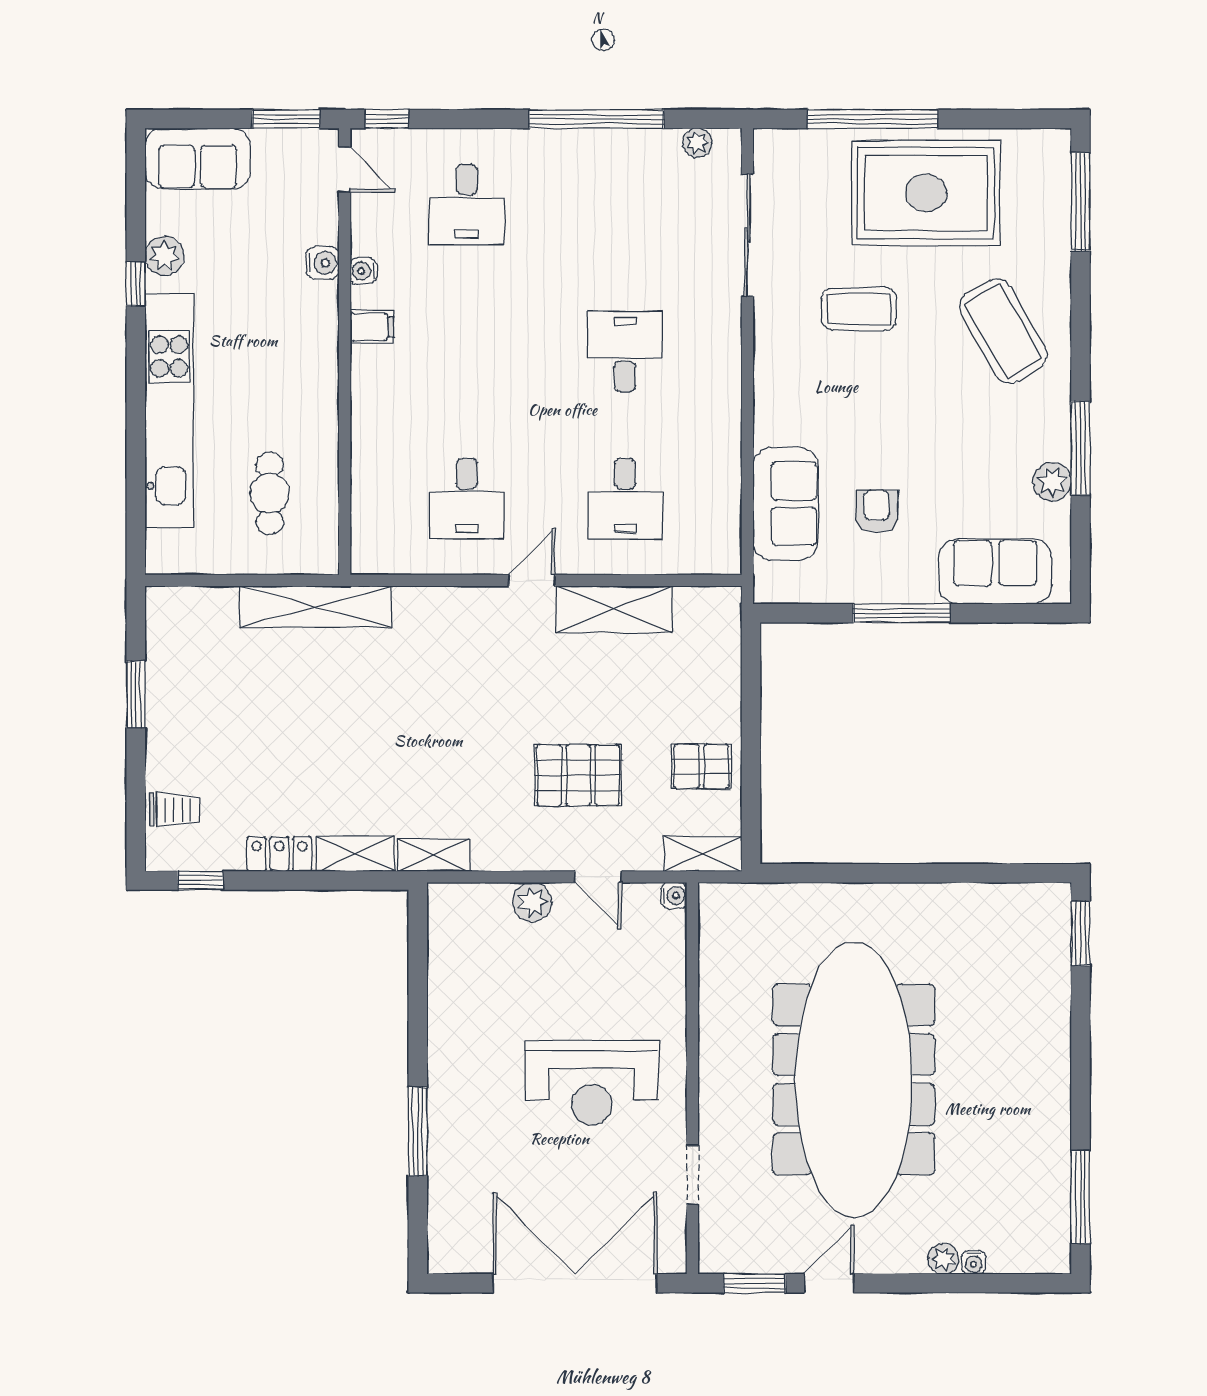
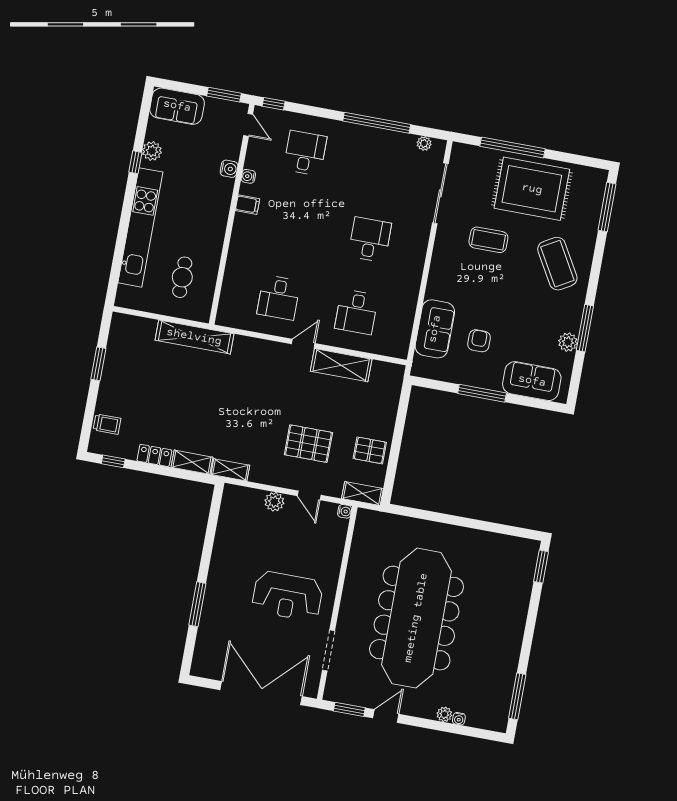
desk: (467, 204) -> (305, 153), turned 180
doorway: (692, 1175) -> (328, 650), width x1.38

